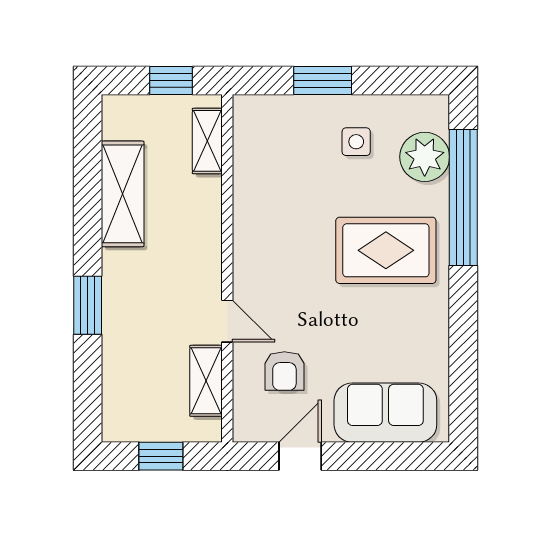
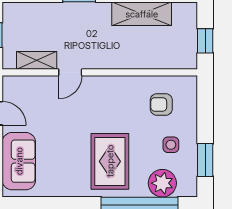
window: (323, 81) -> (205, 160), moved
shelving: (207, 141) -> (171, 61), removed
armchair: (284, 371) -> (161, 104), moved

